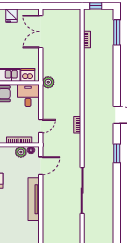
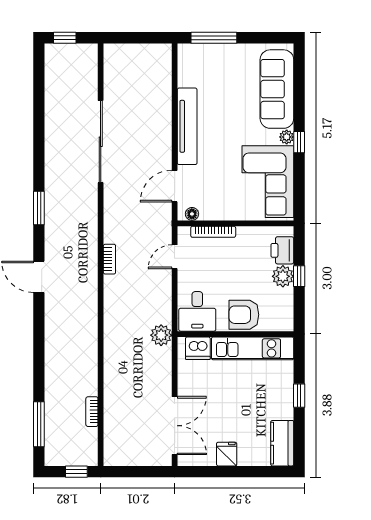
plant: (21, 152) -> (210, 211), removed

